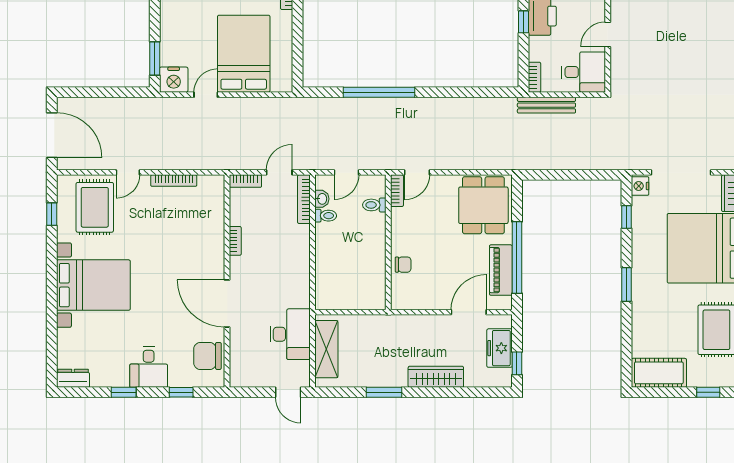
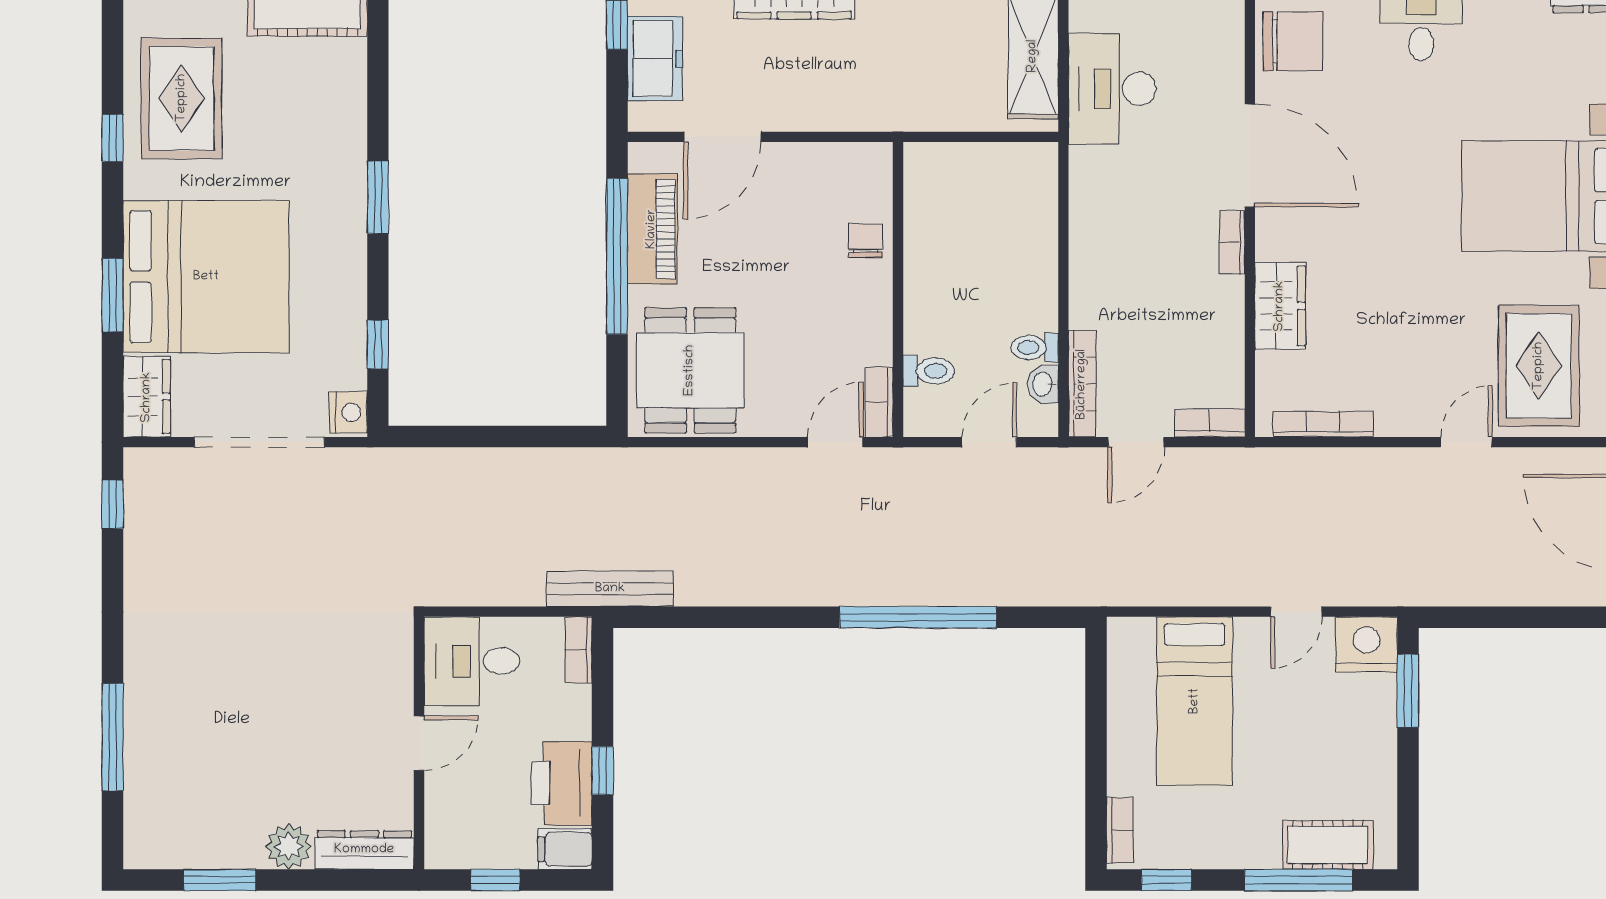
bed: (244, 54) -> (1195, 701), width x0.67
bench: (546, 105) -> (610, 589), moved
bookcase: (174, 181) -> (1323, 424), moved
wardrobe: (213, 235) -> (1280, 306), added
bookcase: (235, 241) -> (1232, 242), moved
chair: (403, 265) -> (866, 241), turned 90

